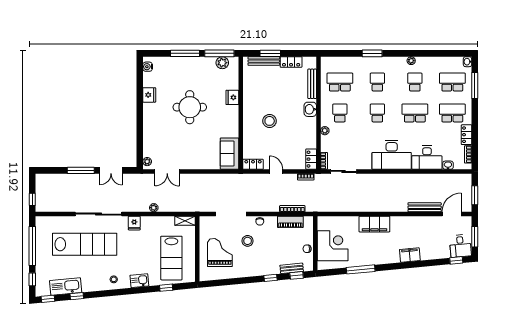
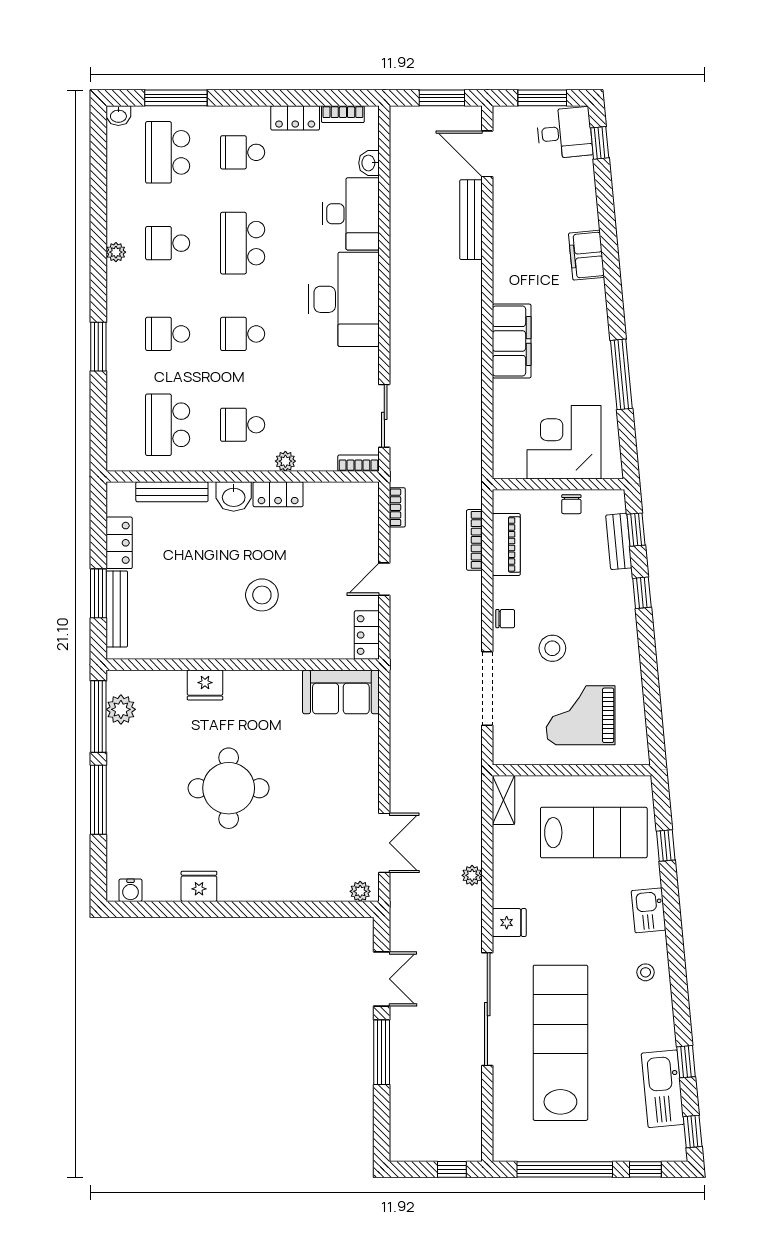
school desk: (452, 113) -> (243, 152), width x0.54
locker: (311, 159) -> (278, 494), moved

